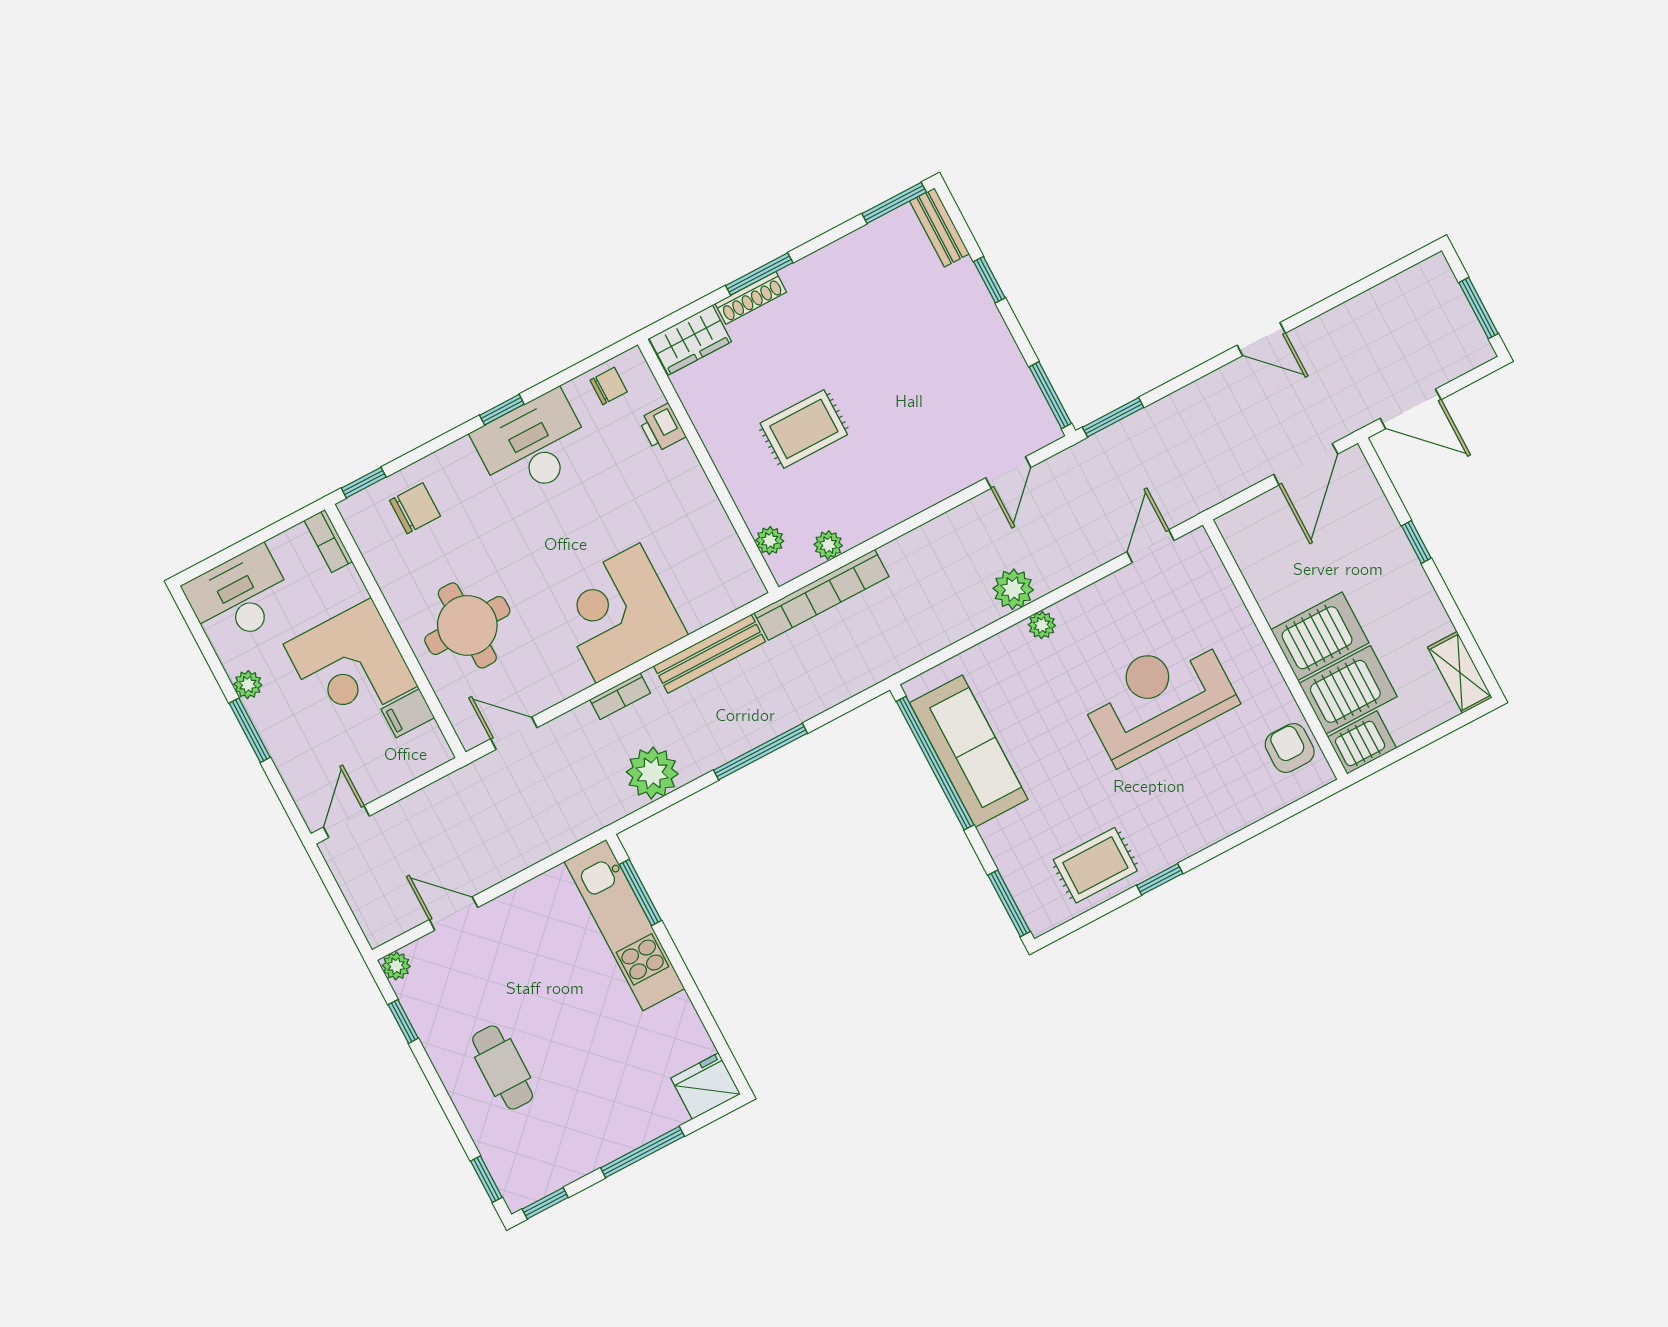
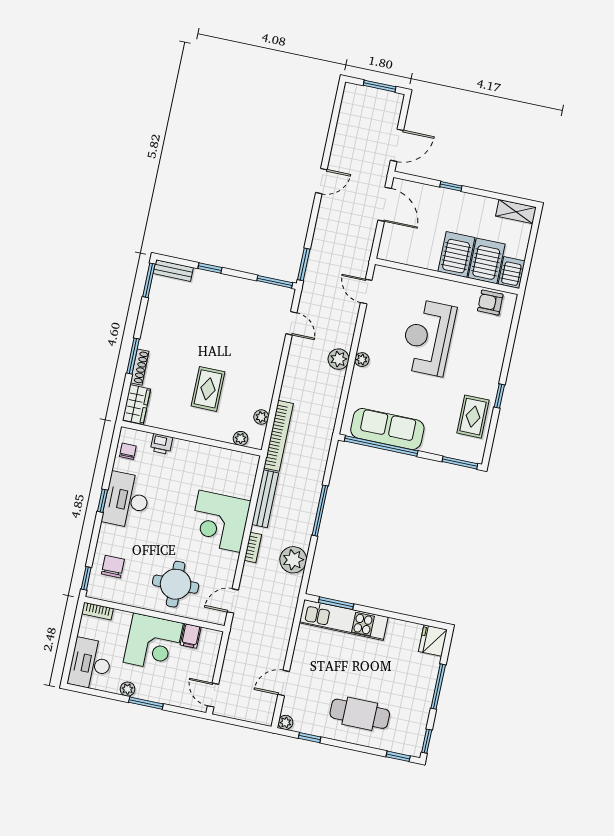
cafe table: (503, 1068) -> (360, 714), width x1.37, depth x1.35

